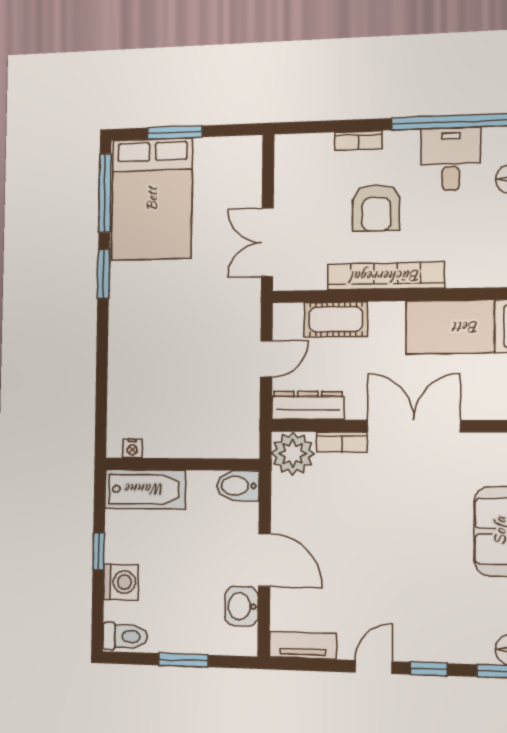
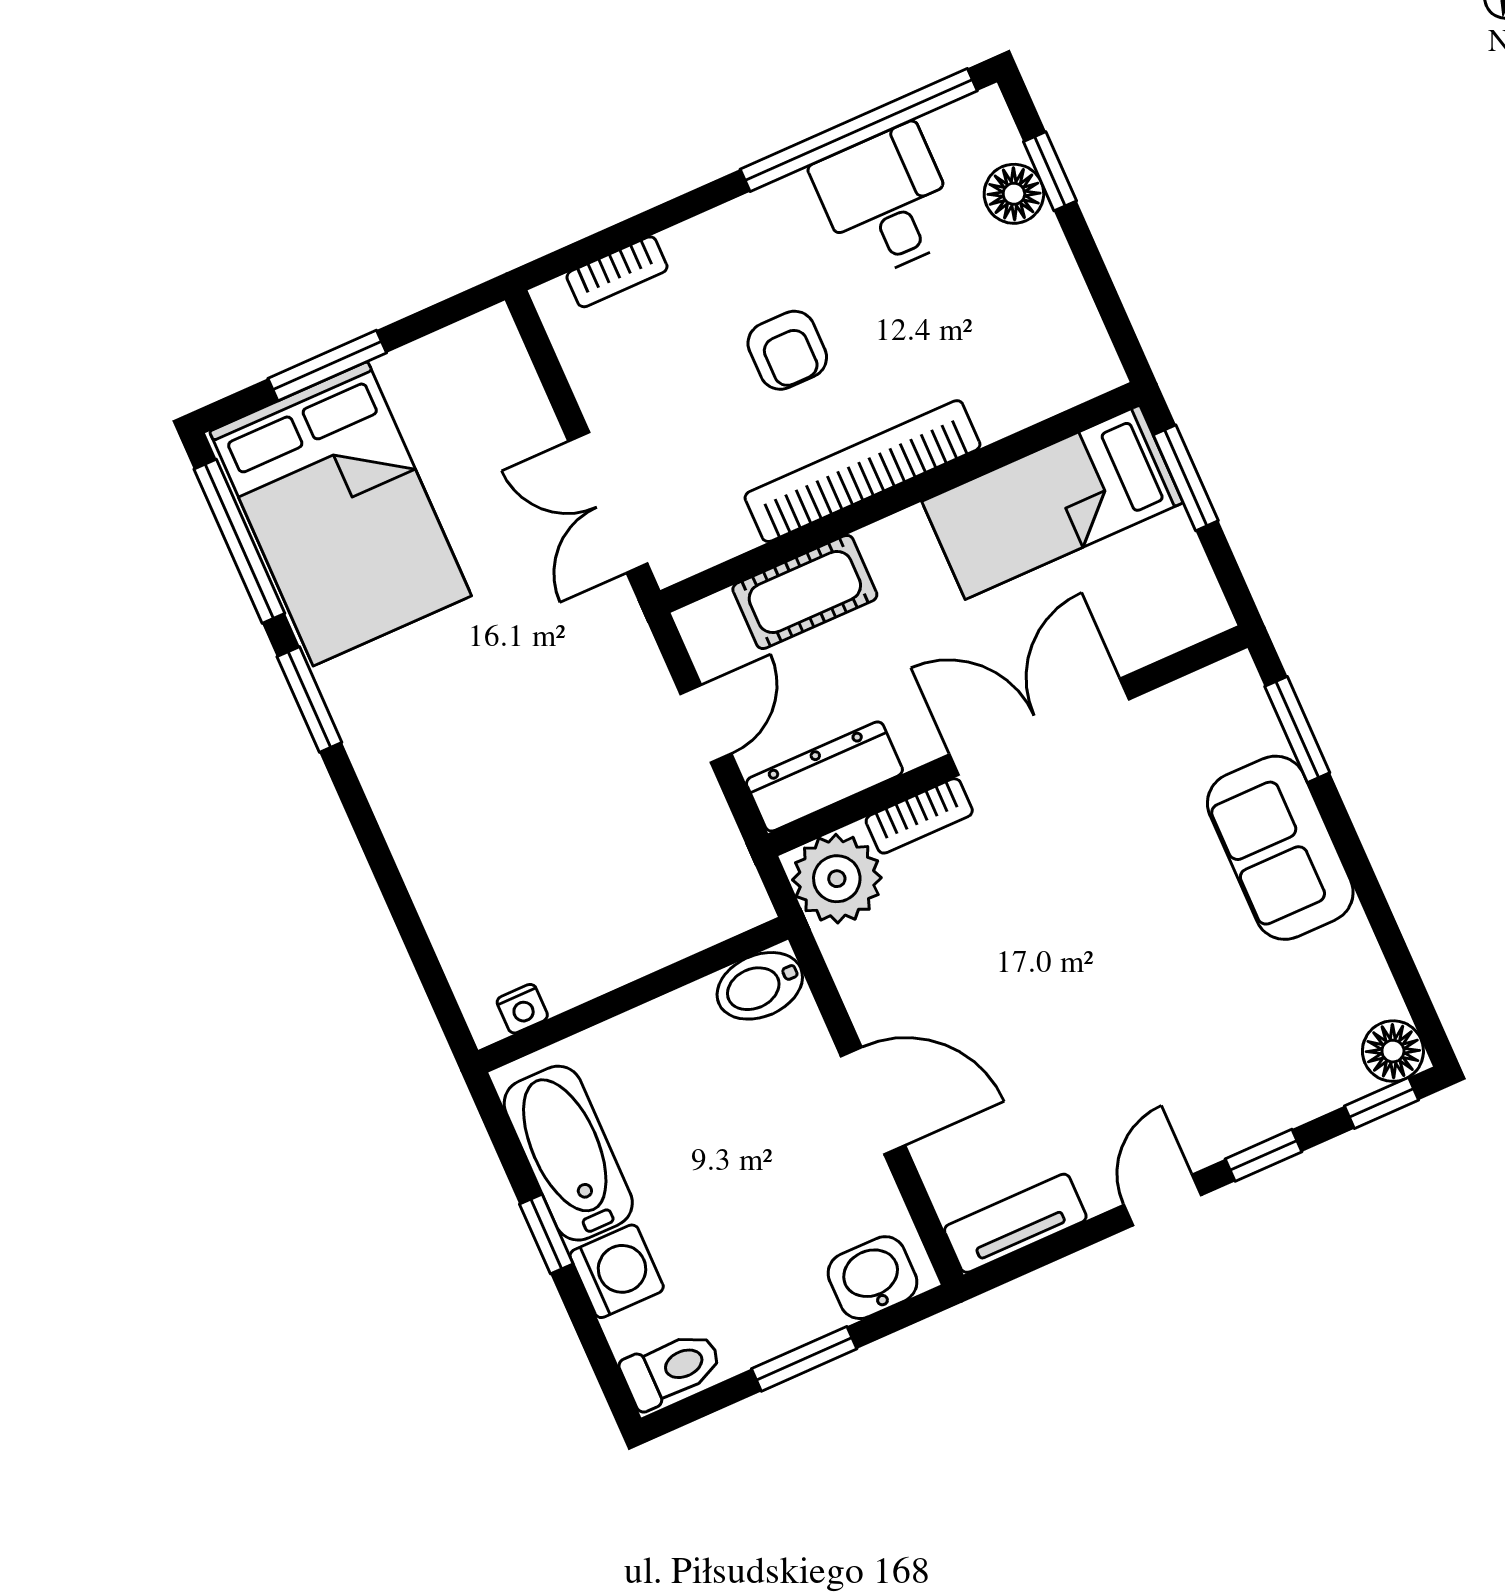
bookcase: (358, 141) -> (617, 272), moved
armchair: (376, 208) -> (787, 350), width x0.72, depth x0.72
bathtub: (145, 489) -> (568, 1153), moved, turned -90
washbasin: (242, 606) -> (872, 1278), moved, turned 90

